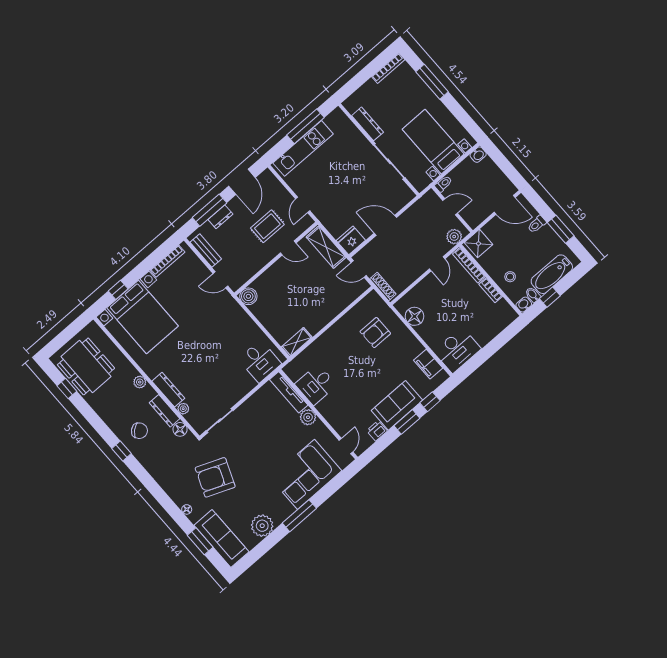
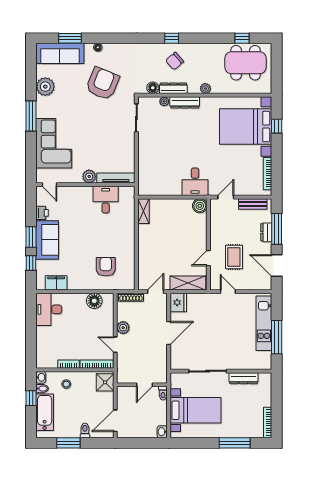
plant: (454, 237) -> (123, 328), moved
desk: (260, 361) -> (195, 182), moved, turned -90

